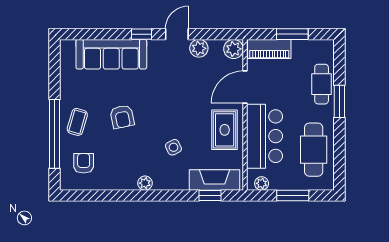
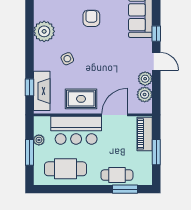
plant: (234, 49) -> (145, 95), moved
door: (245, 87) -> (115, 115), hinge flipped
window: (339, 101) -> (125, 189), moved
armchair: (122, 117) -> (91, 18), turned 102
plant: (145, 183) -> (44, 31), width x1.88, depth x1.88
plant: (262, 183) -> (39, 140), moved

